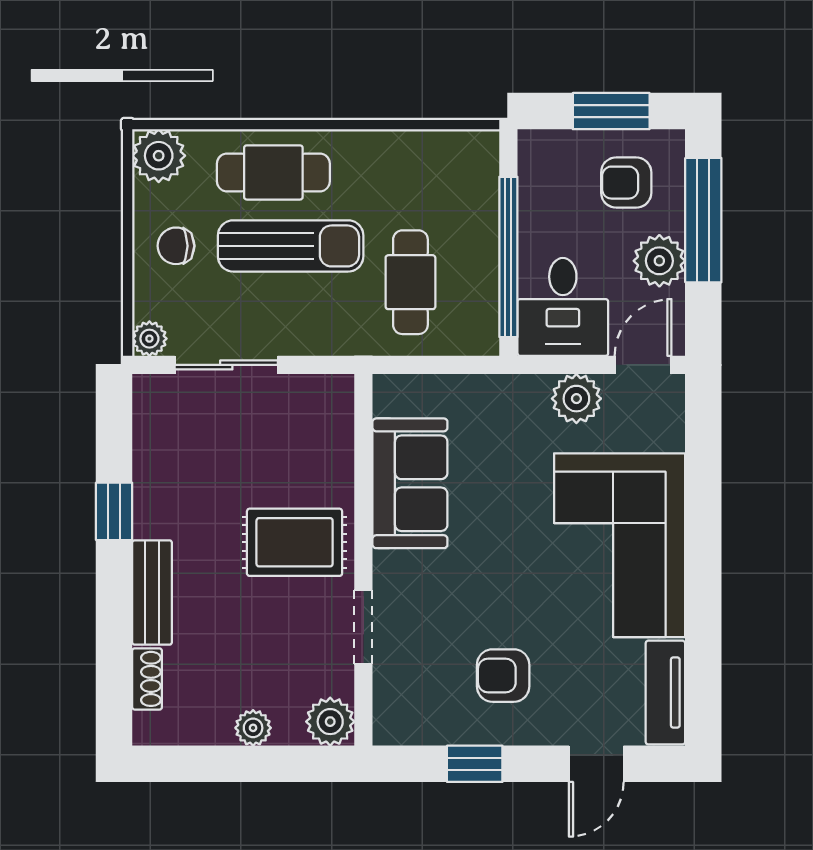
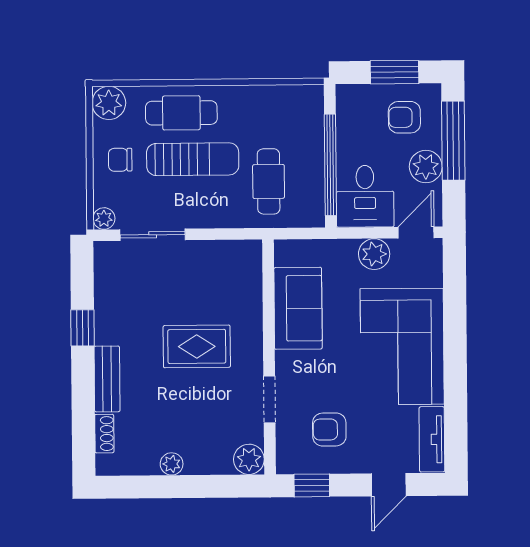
sofa: (410, 483) -> (298, 308), moved
wall: (363, 560) -> (269, 357), moved
doorway: (363, 627) -> (269, 399), moved
plant: (330, 722) -> (249, 459), moved

